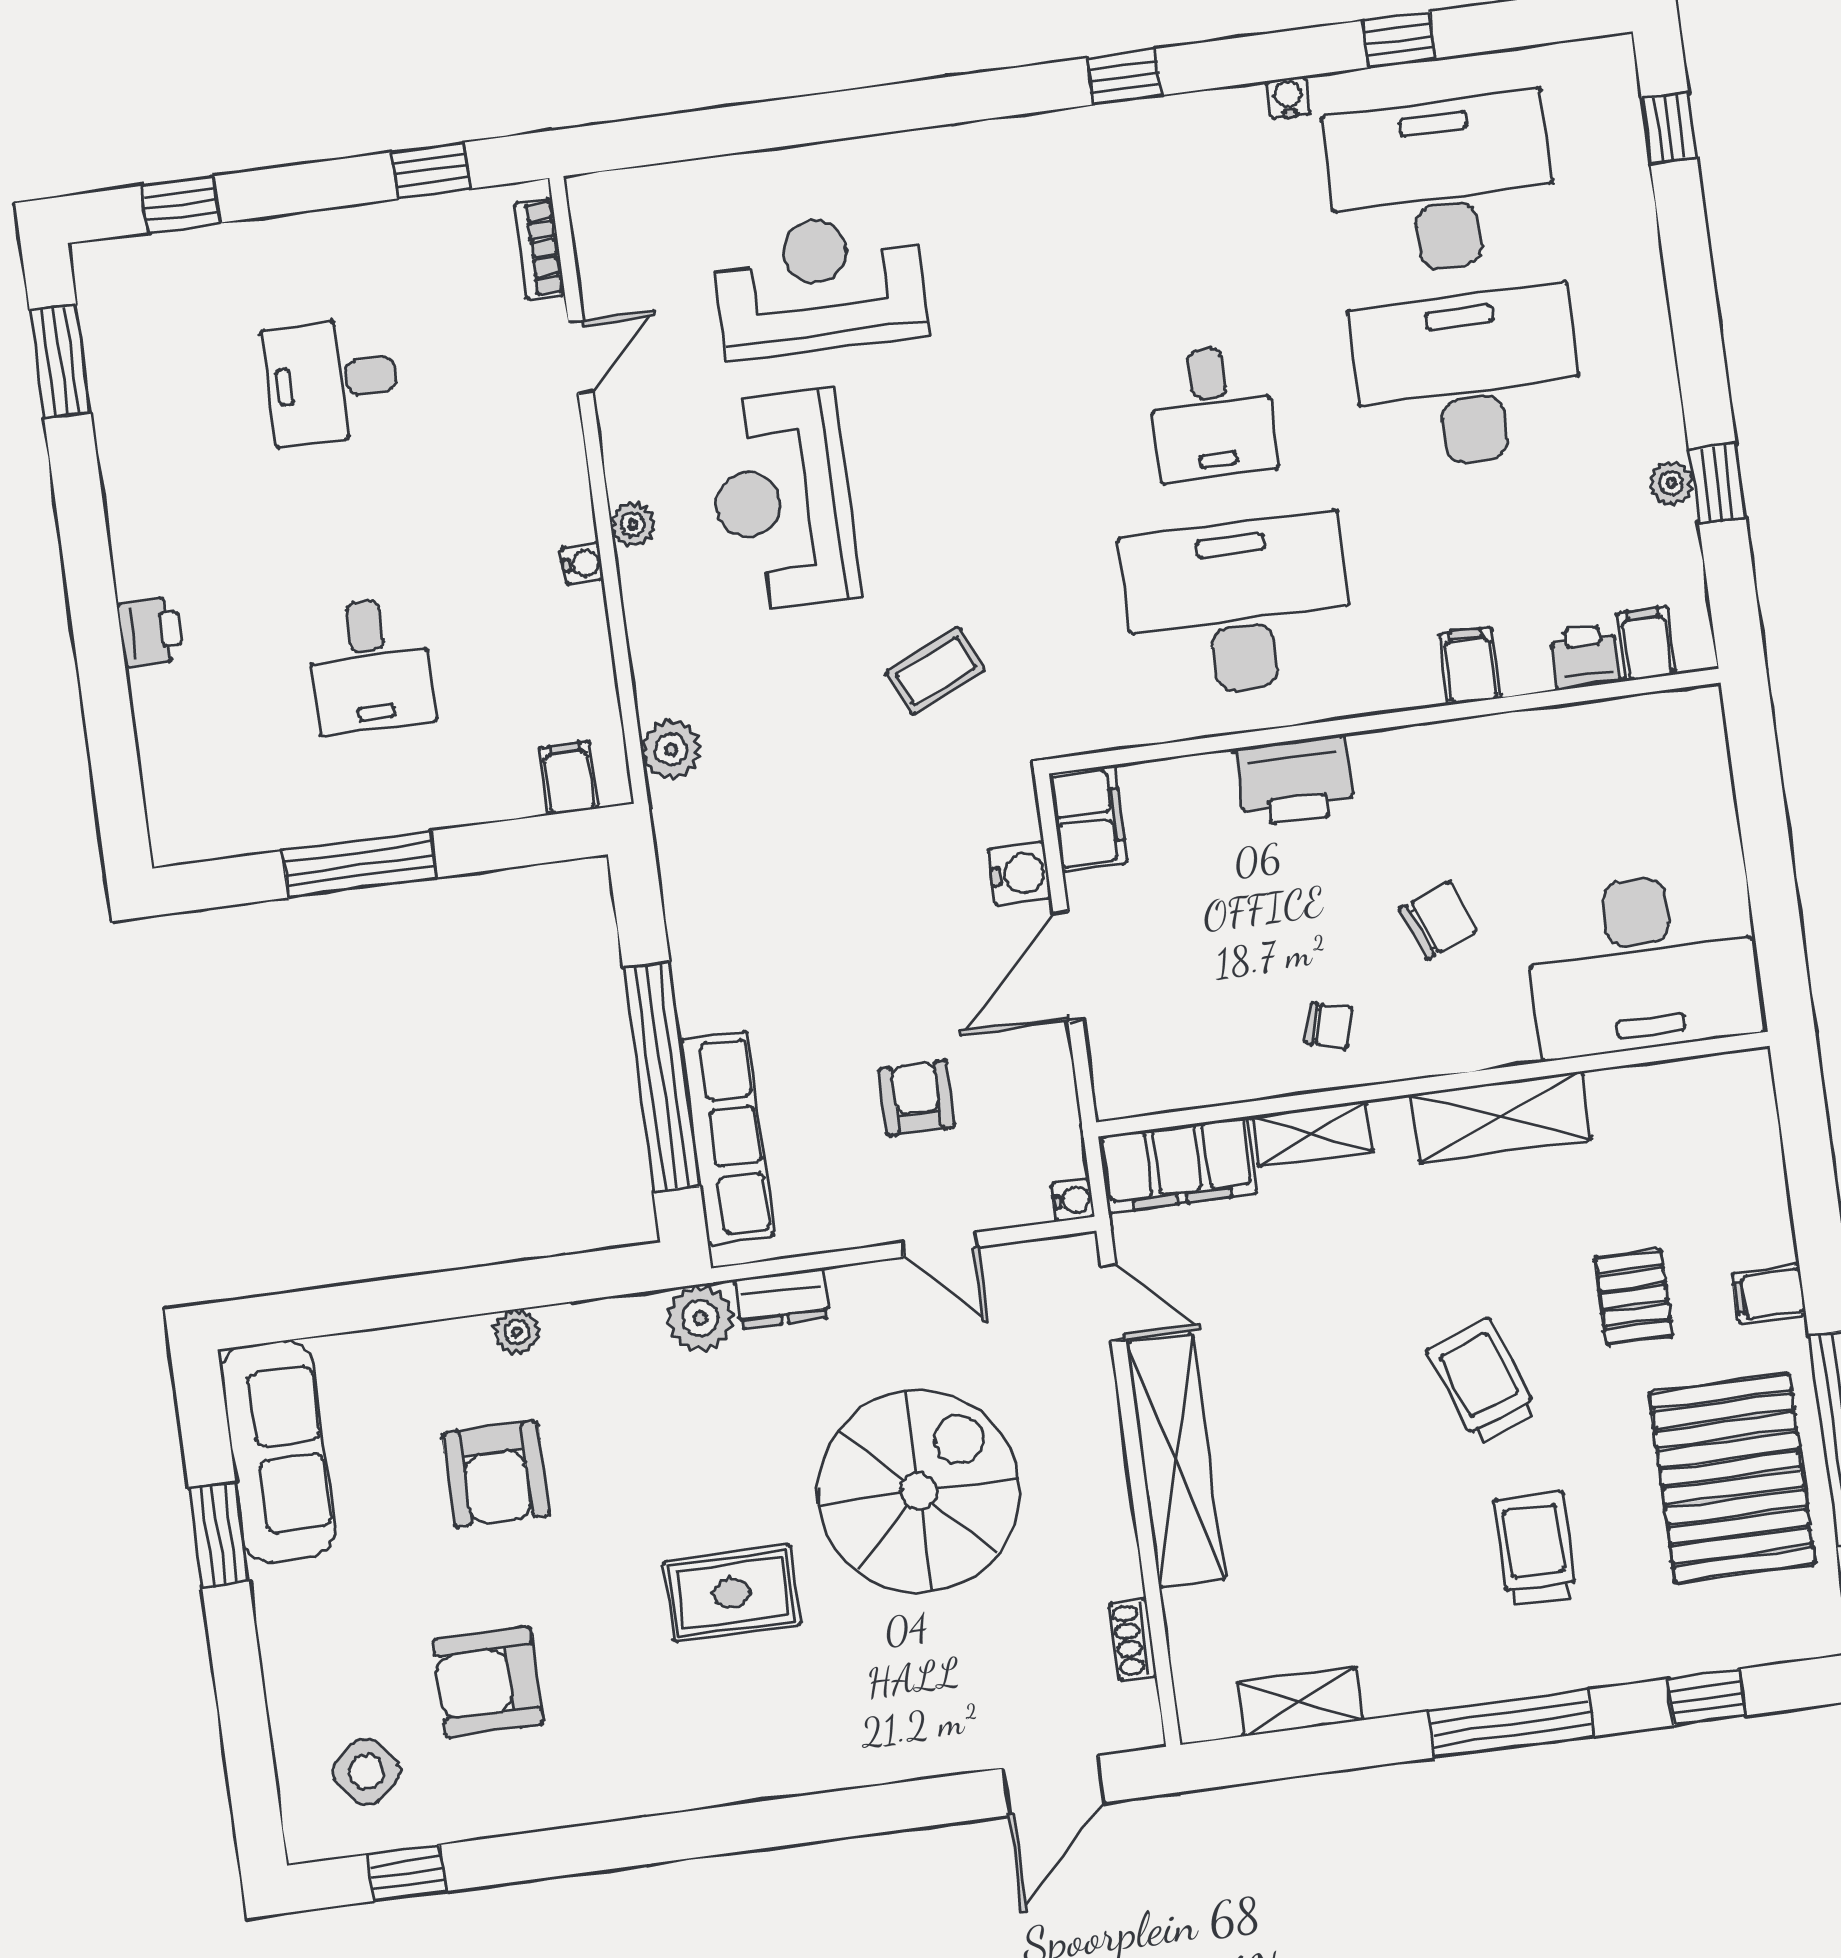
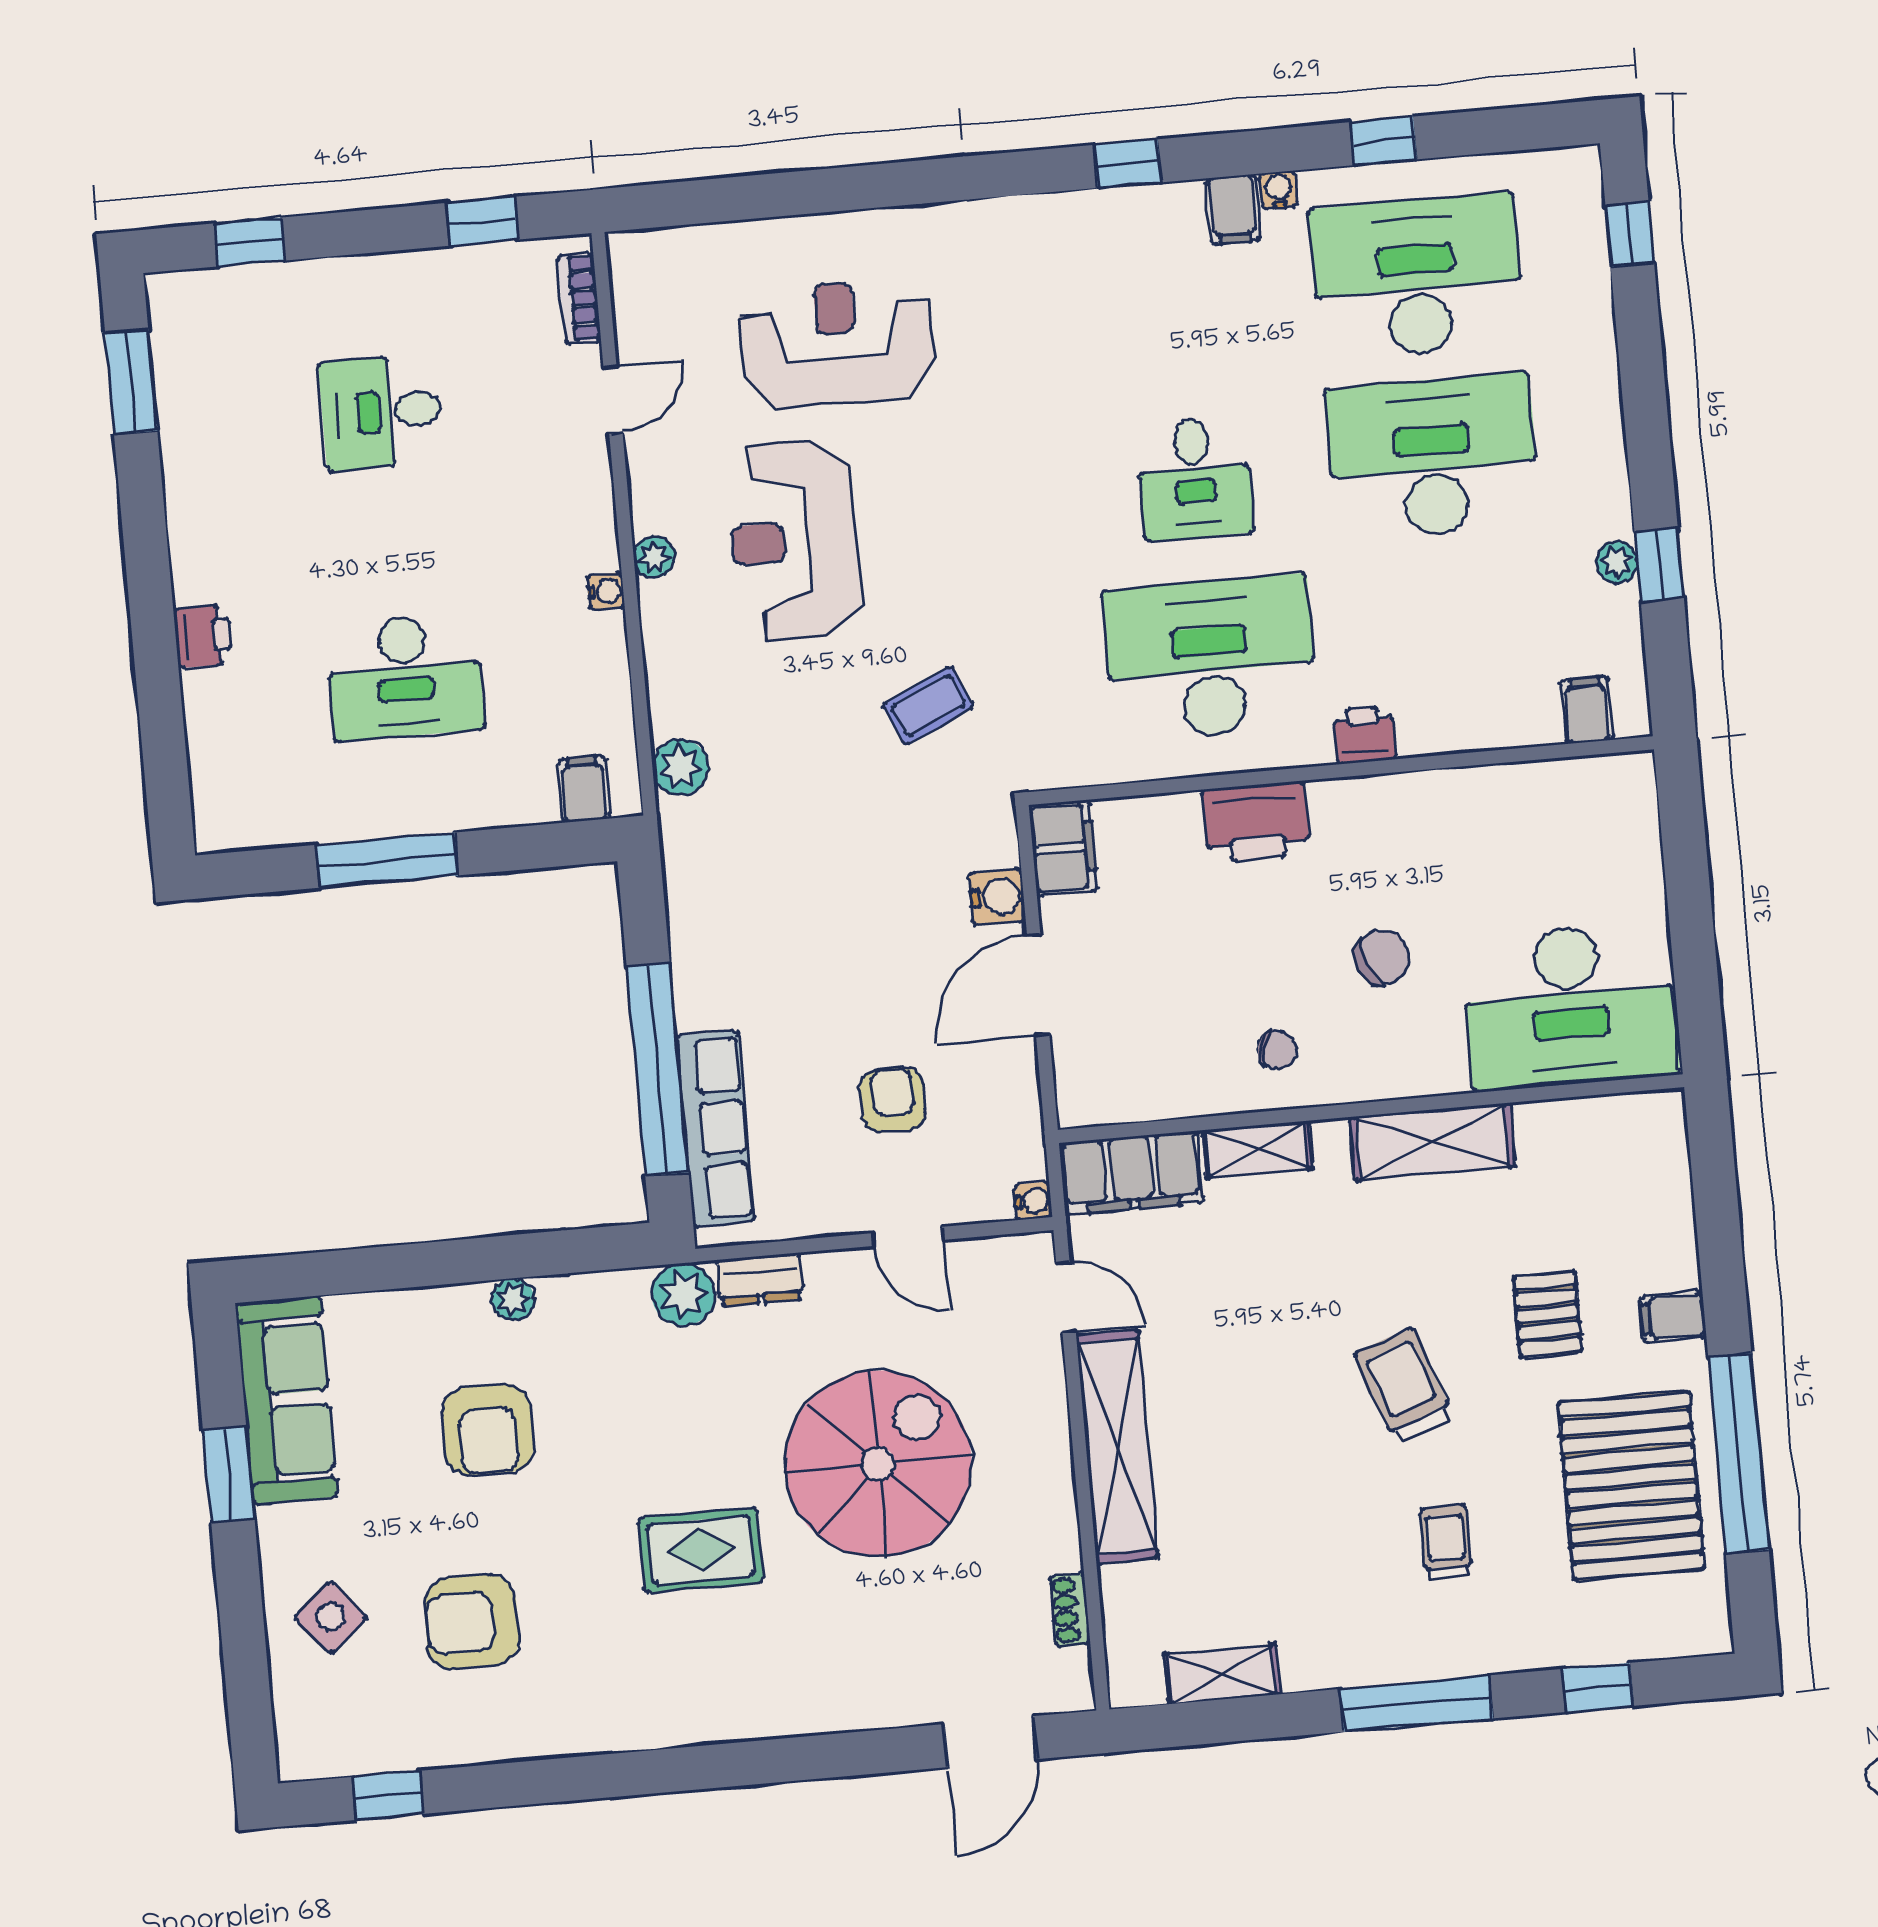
printer: (1585, 657) -> (1364, 735), moved
desk: (370, 666) -> (405, 677), width x1.37
filing cabinet: (1470, 666) -> (1233, 209), moved, turned 180
trolley: (1535, 1548) -> (1446, 1542), width x0.73, depth x0.72
side table: (366, 1772) -> (331, 1617), moved

